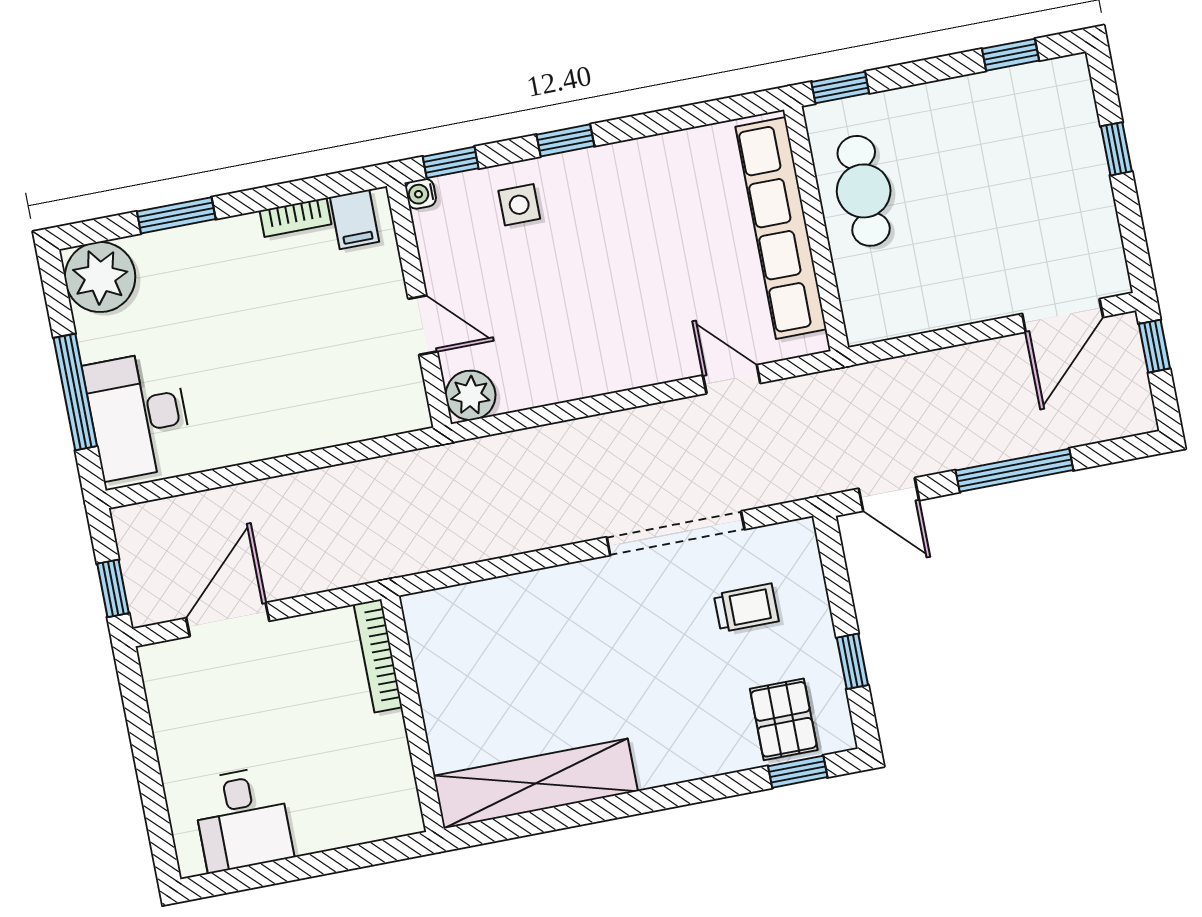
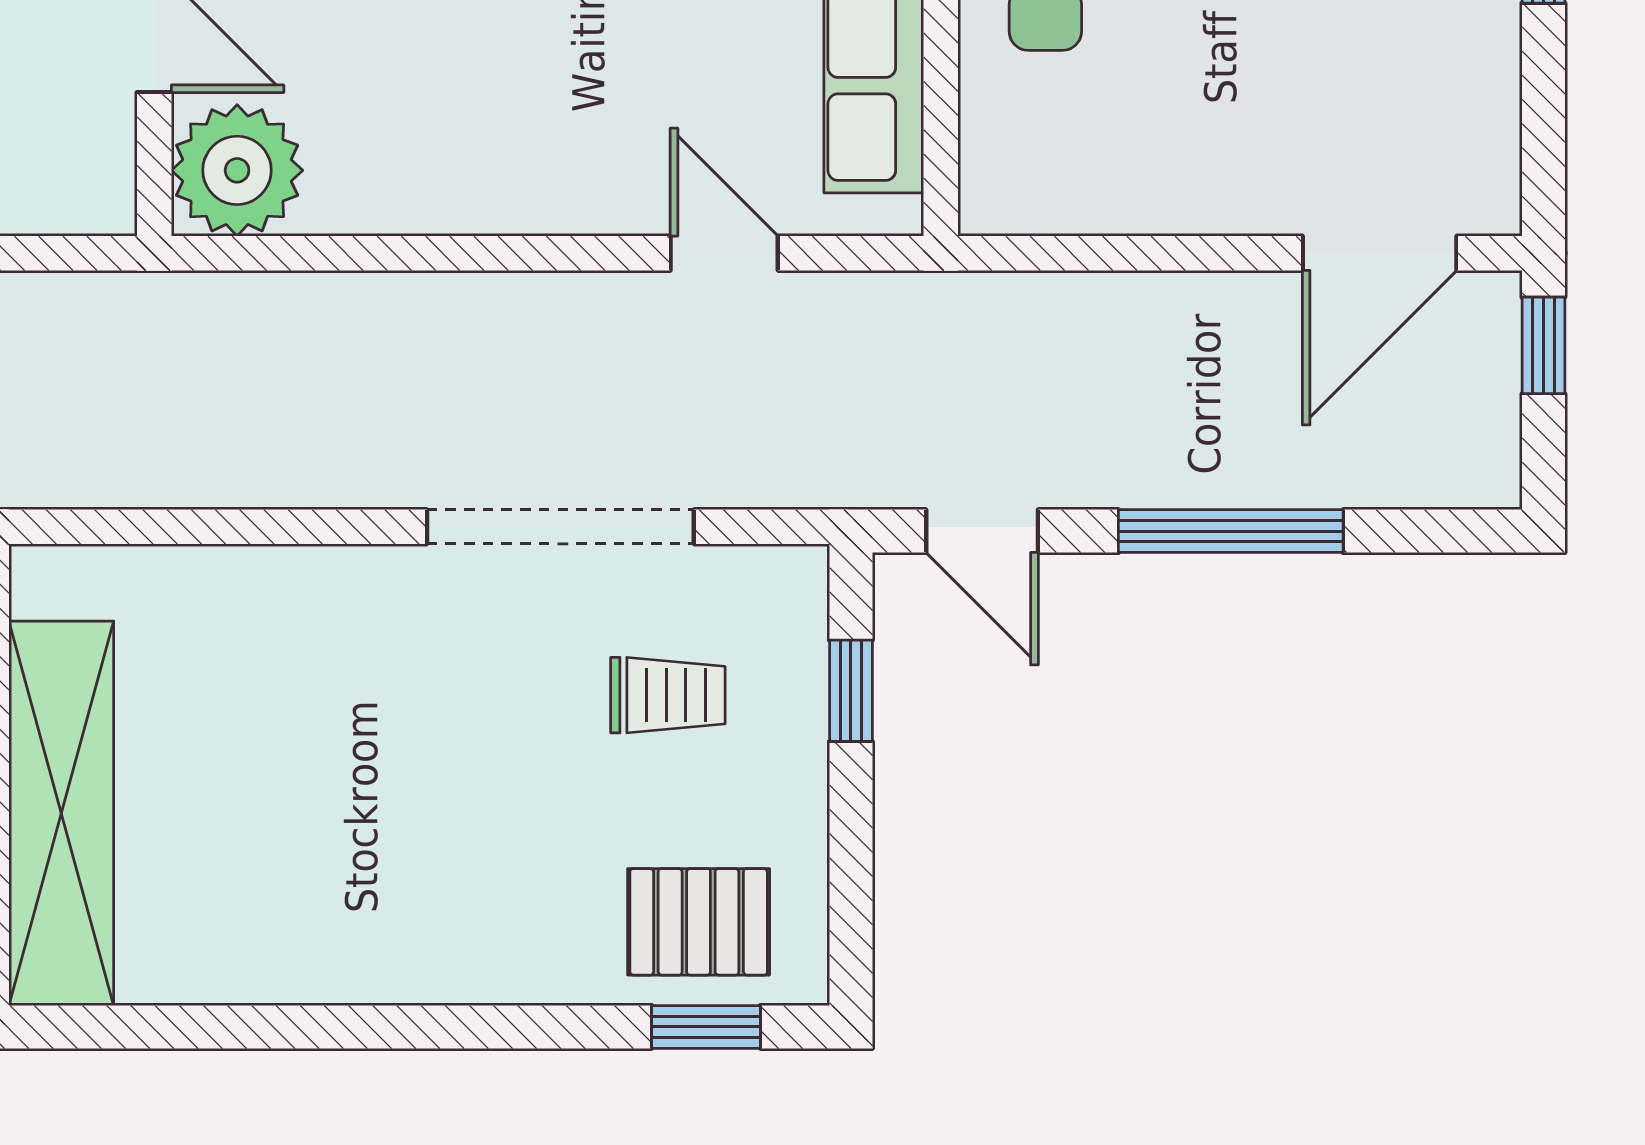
plant: (470, 395) -> (237, 170), width x1.36, depth x1.36
window: (852, 661) -> (851, 691), moved
pallet: (784, 719) -> (699, 922), turned 90
shelving: (536, 784) -> (61, 813), moved, turned 90

